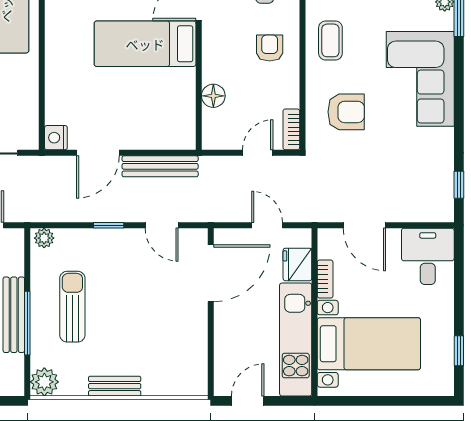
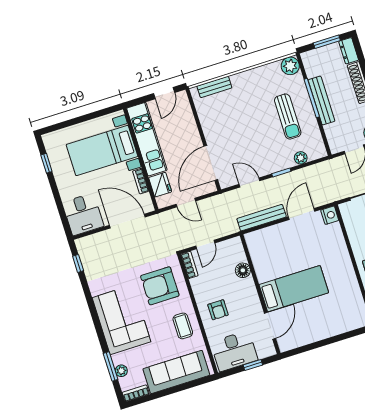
armchair: (346, 112) -> (160, 286), width x1.36, depth x1.36
door: (364, 225) -> (127, 221), width x1.36
plant: (44, 238) -> (301, 158), moved
bench: (115, 386) -> (214, 87), moved

